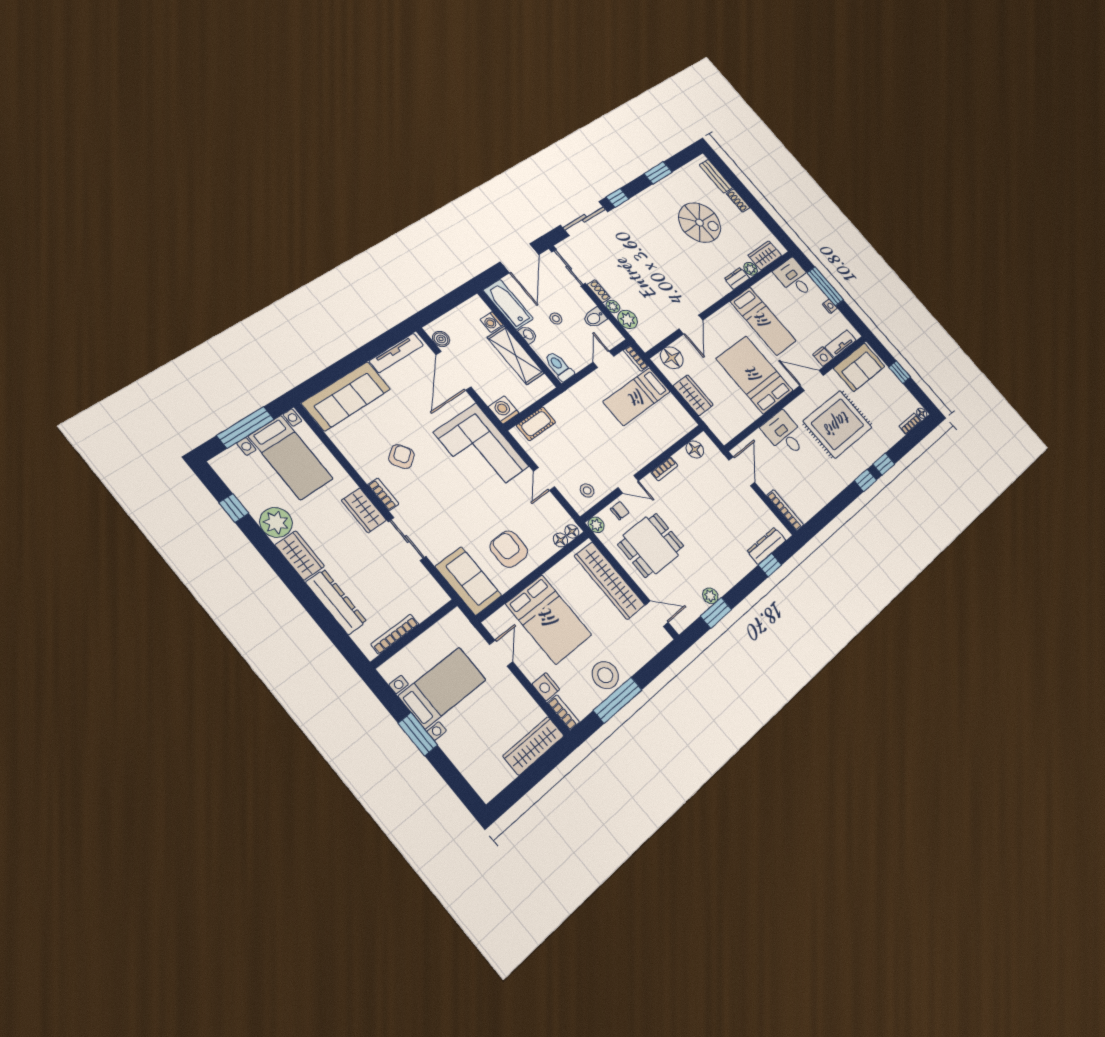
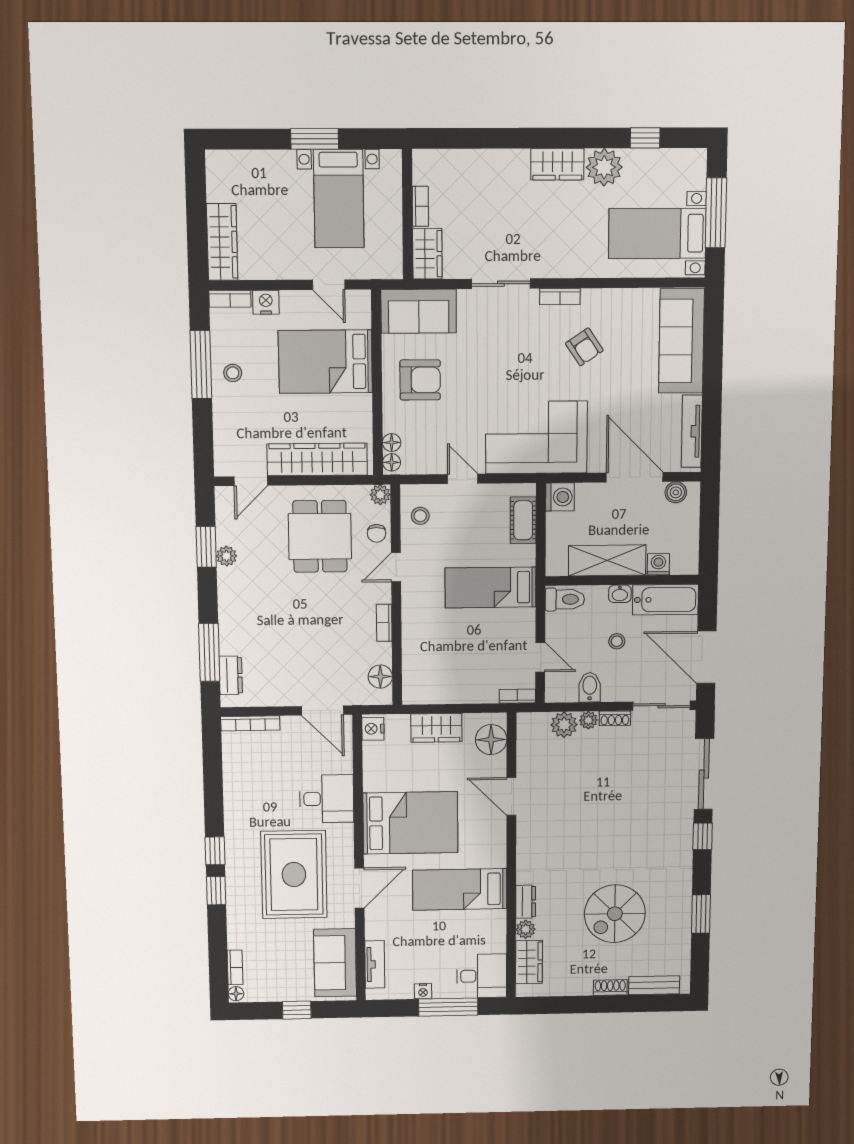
nightstand: (823, 357) -> (373, 729), moved
bed: (637, 397) -> (491, 588), moved, turned -90
wardrobe: (364, 510) -> (427, 254), moved, turned 90
dresser: (766, 546) -> (231, 675), width x0.70
window: (770, 565) -> (209, 652), width x2.17
dresser: (336, 602) -> (490, 163), removed
bookcase: (395, 634) -> (420, 206), width x0.64
stool: (605, 675) -> (233, 373), width x0.53, depth x0.53

